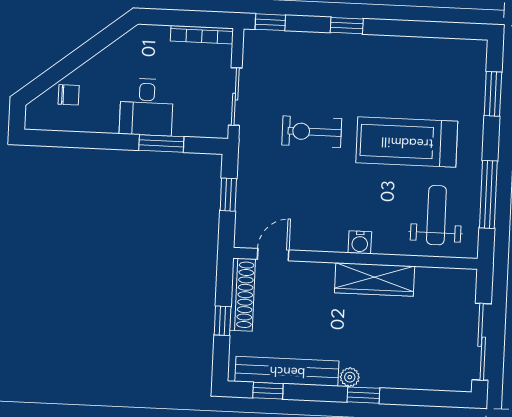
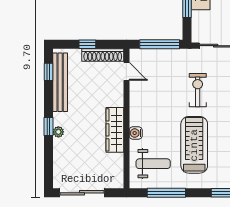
window: (228, 195) -> (160, 44), width x2.17
water cooler: (360, 242) -> (136, 133), moved
plant: (350, 377) -> (58, 132), moved

